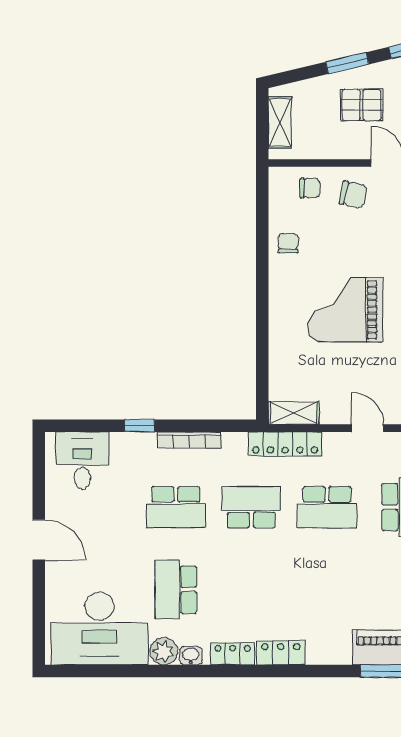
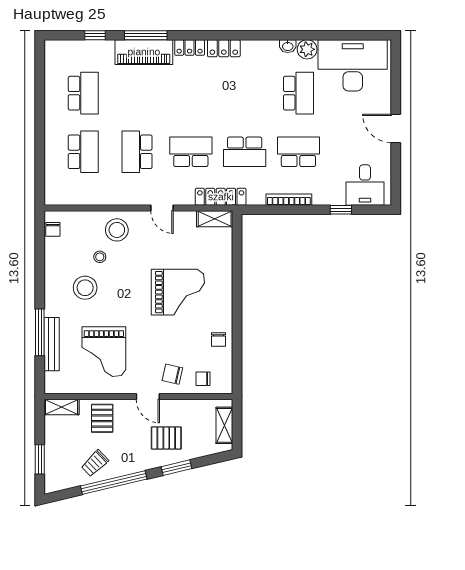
window: (140, 426) -> (341, 210), moved
locker: (233, 654) -> (190, 47), moved

